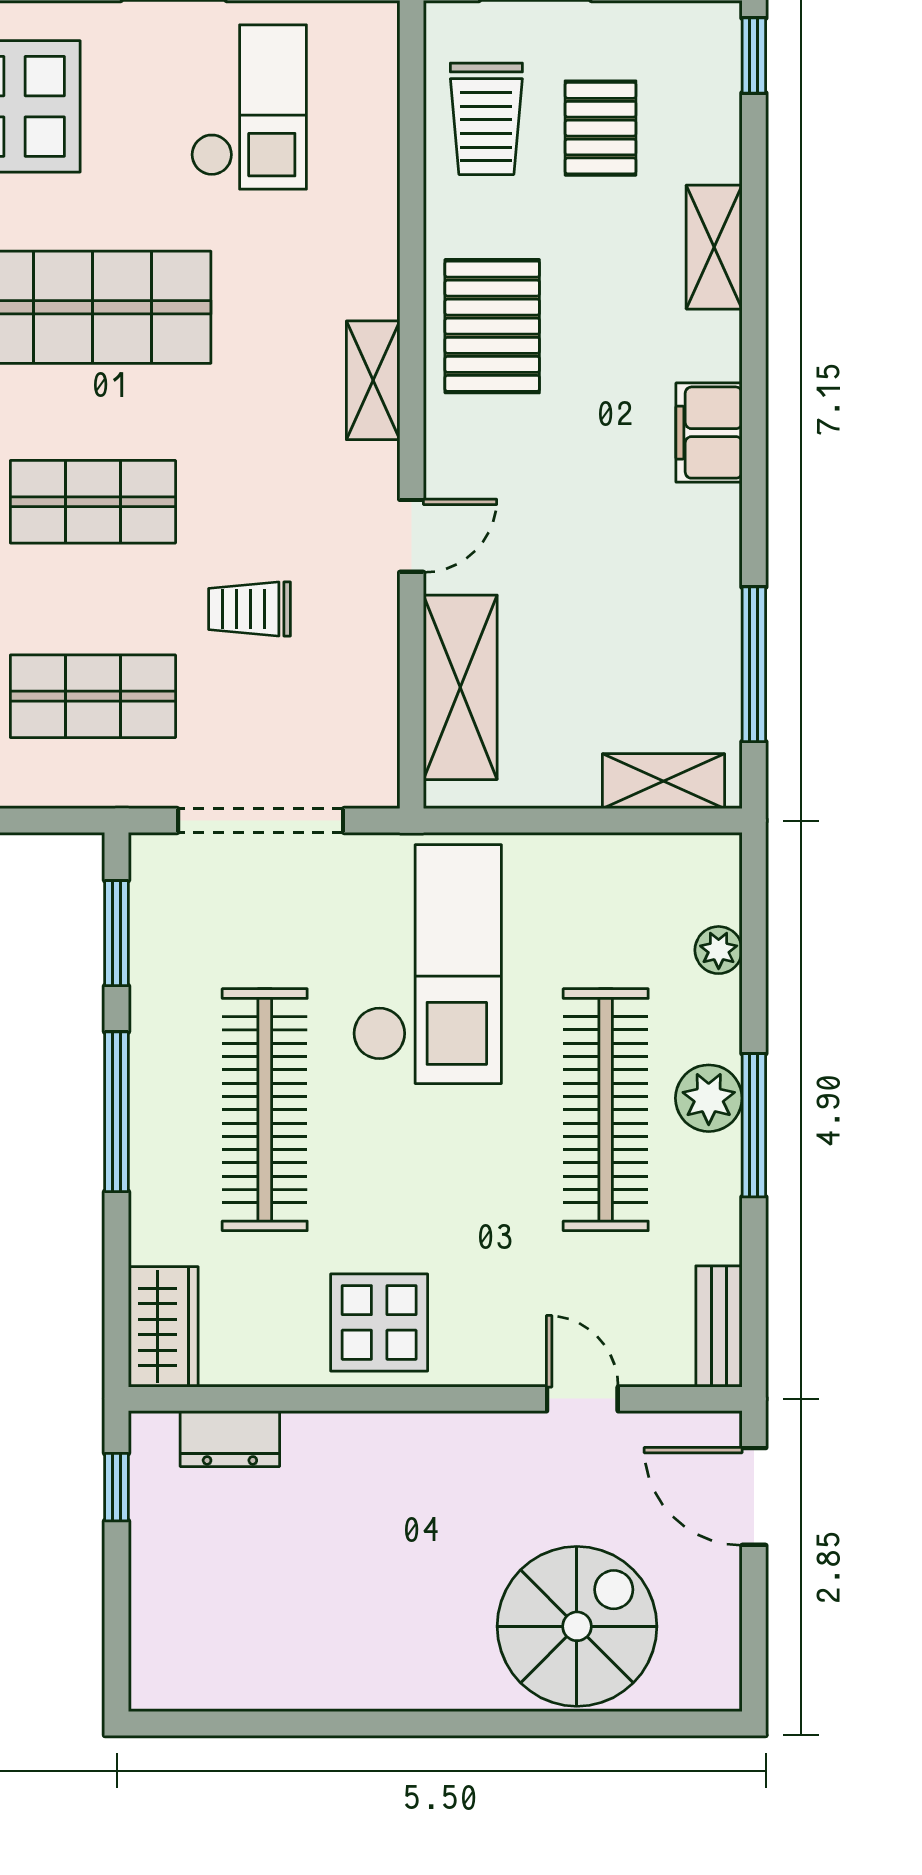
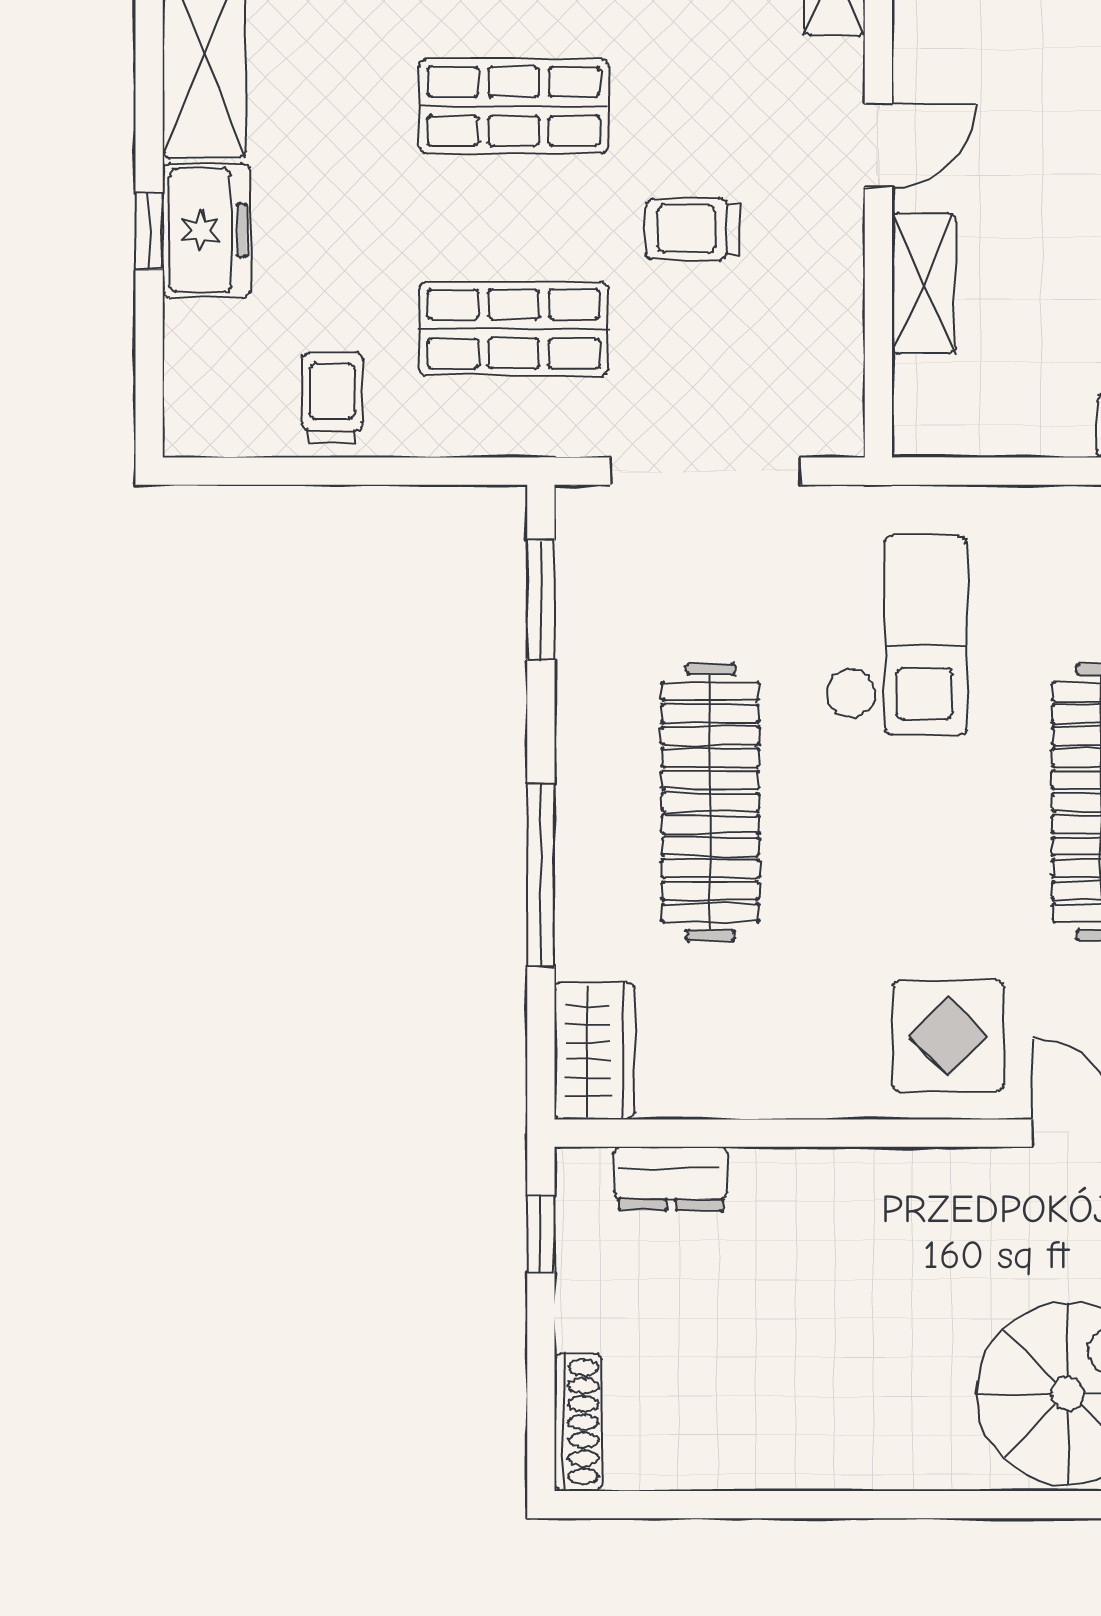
shelving: (460, 687) -> (924, 283), width x0.67, depth x0.75
checkout: (427, 964) -> (896, 636), width x0.73, depth x0.83
window: (117, 1112) -> (541, 875), moved
display table: (379, 1322) -> (948, 1036), moved
shoe rack: (149, 1651) -> (578, 1422), added

